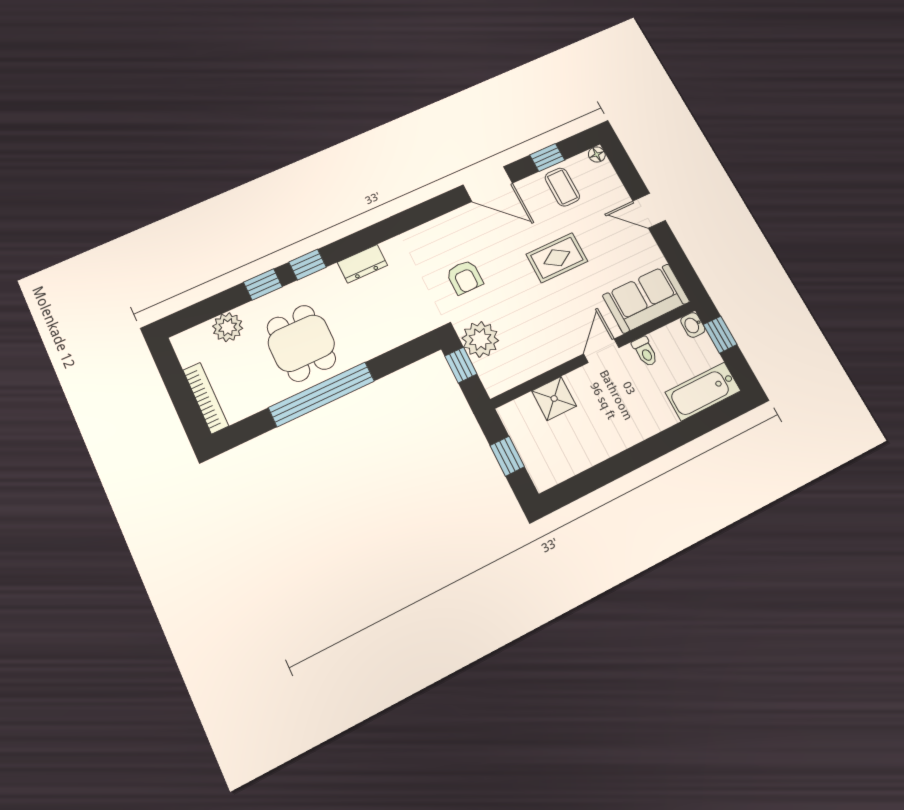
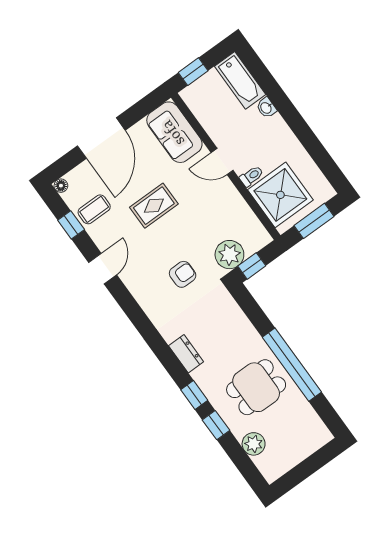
door: (488, 184) -> (103, 269), width x0.73
door: (649, 211) -> (101, 138), width x1.88
rug: (557, 258) -> (154, 206), turned 90
washbasin: (693, 325) -> (266, 108), moved, turned 90
toilet: (645, 352) -> (251, 176), moved
bookcase: (206, 398) -> (309, 448), removed
shower: (554, 398) -> (280, 195), width x1.86, depth x1.86
window: (507, 456) -> (314, 221), width x1.50

